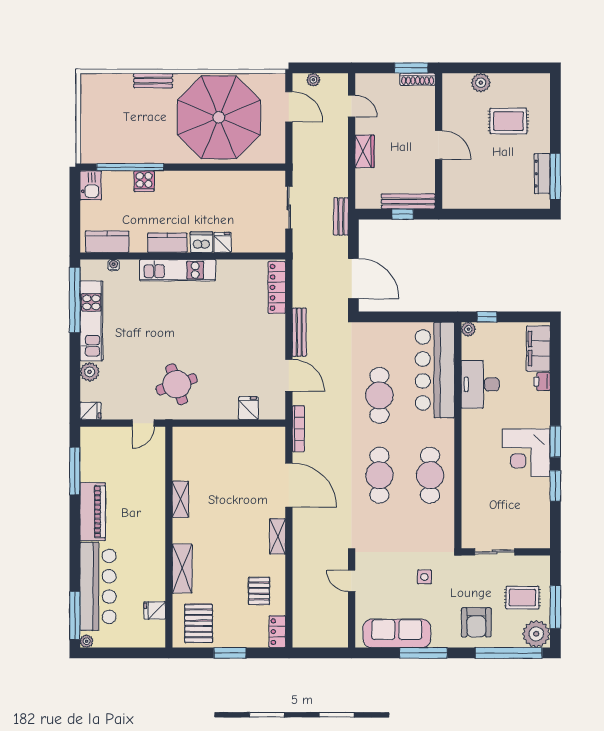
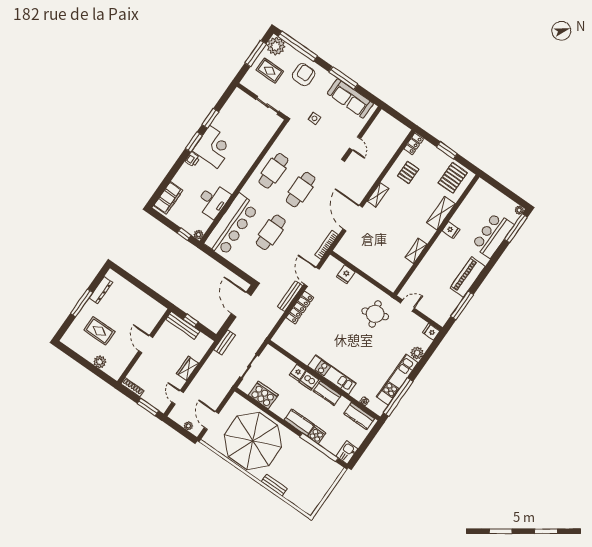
window: (411, 68) -> (148, 407), moved
window: (555, 176) -> (82, 303), moved
kitchen counter: (177, 181) -> (299, 422), added
cooker: (246, 184) -> (263, 395), added
locker: (277, 287) -> (300, 308), moved
printer: (542, 382) -> (192, 159), moved
bar counter: (98, 586) -> (493, 235), width x0.73
fridge: (155, 610) -> (451, 230), moved

